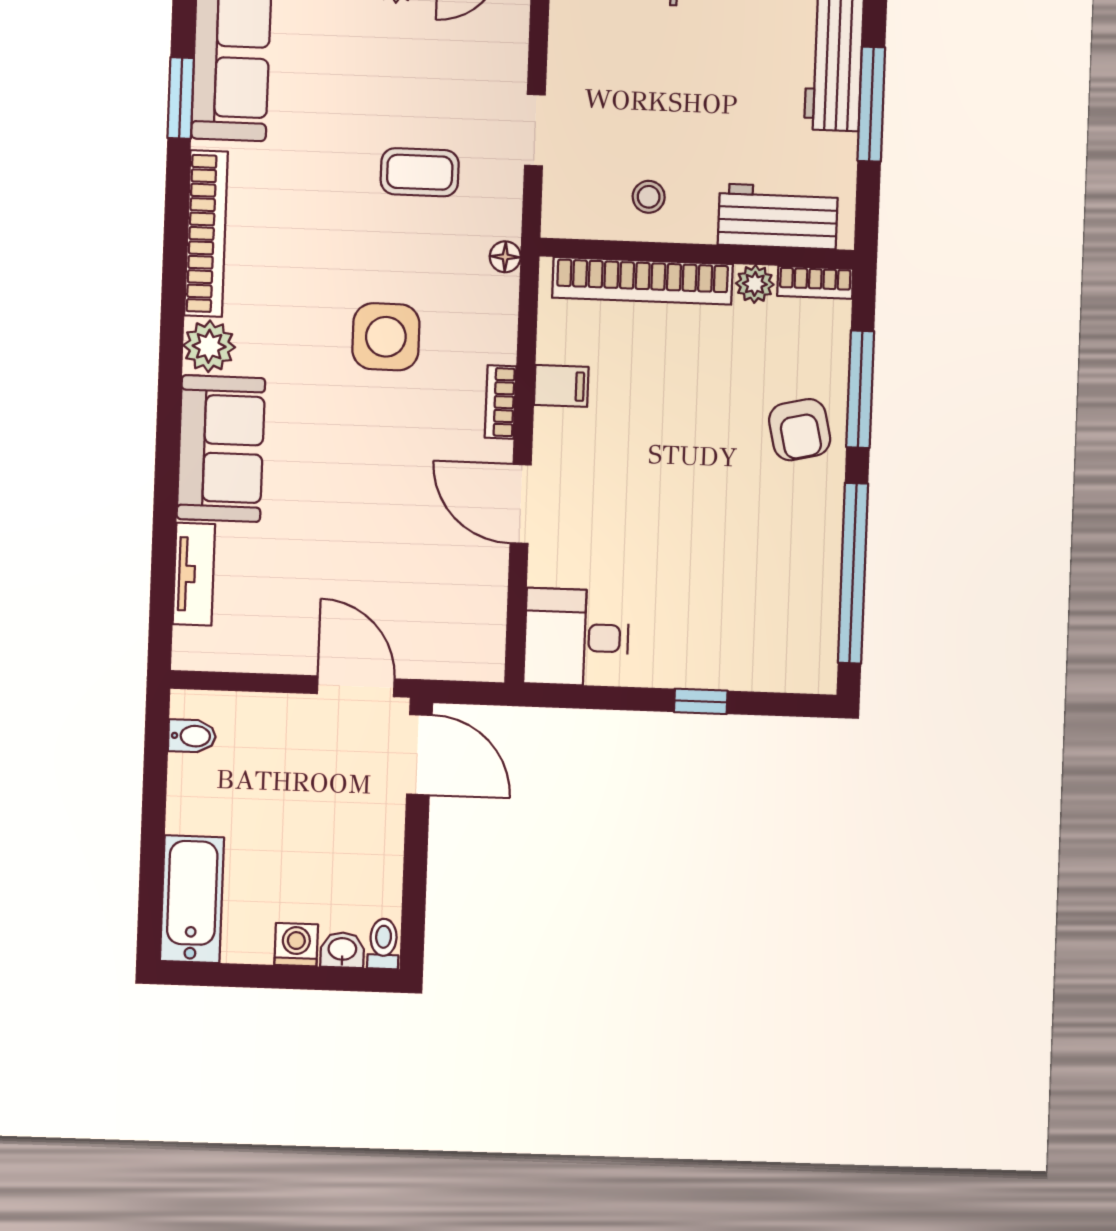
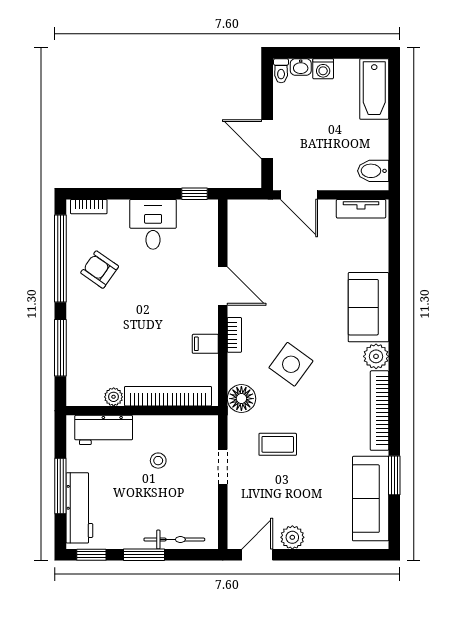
stool: (649, 197) -> (158, 461), moved
floor lamp: (505, 257) -> (241, 399), width x1.89, depth x1.89
bookcase: (815, 282) -> (89, 207), moved, turned 180
side table: (386, 337) -> (291, 364), turned 36
armchair: (800, 430) -> (100, 270), moved, turned -42
tv unit: (194, 574) -> (361, 209), moved, turned -90
desk: (576, 637) -> (153, 224), moved, turned -90
window: (701, 701) -> (195, 194), moved
bidet: (192, 736) -> (373, 171), width x1.38, depth x1.36
door: (419, 755) -> (267, 139), moved

